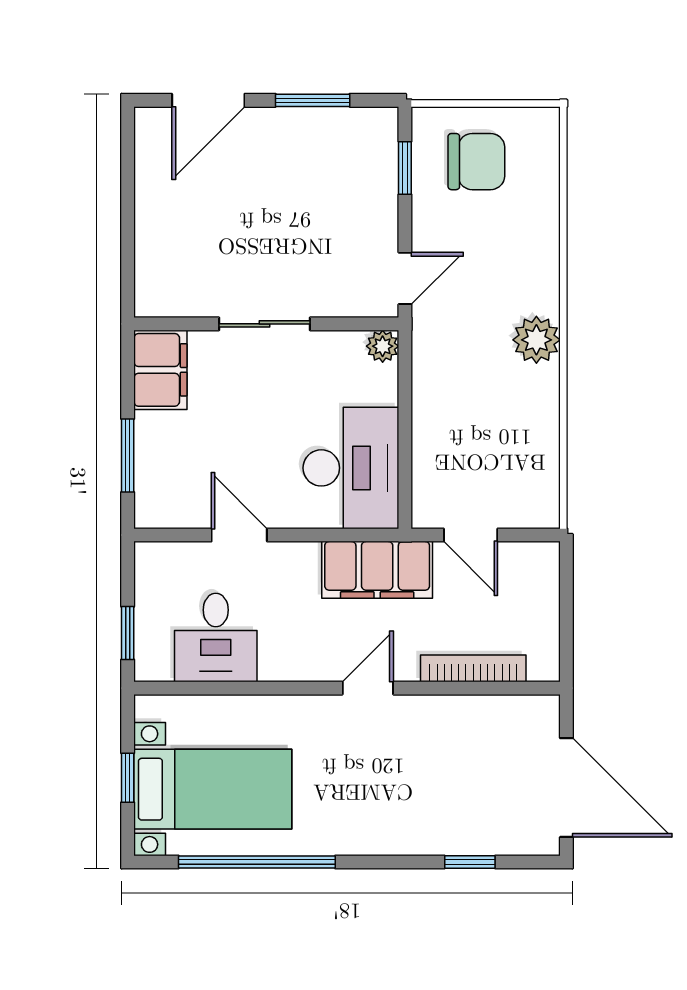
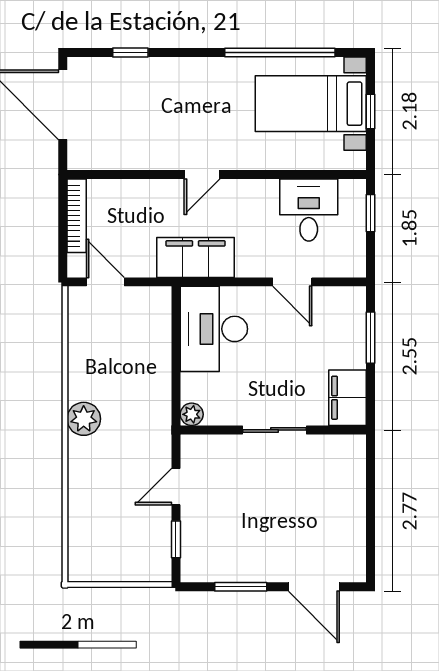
door: (208, 100) -> (314, 587), swing flipped
chair: (476, 162) -> (126, 544), removed
door: (405, 278) -> (176, 487), moved
door: (471, 535) -> (105, 282), moved
bookcase: (473, 668) -> (77, 216), moved, turned -90

